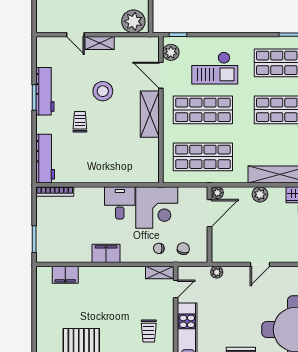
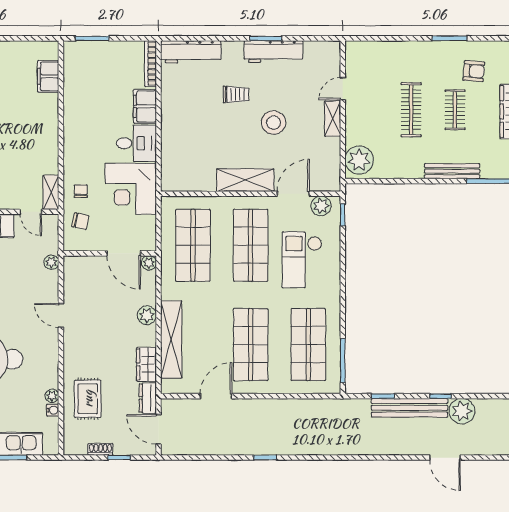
filing cabinet: (106, 253) -> (145, 106), moved, turned 180

